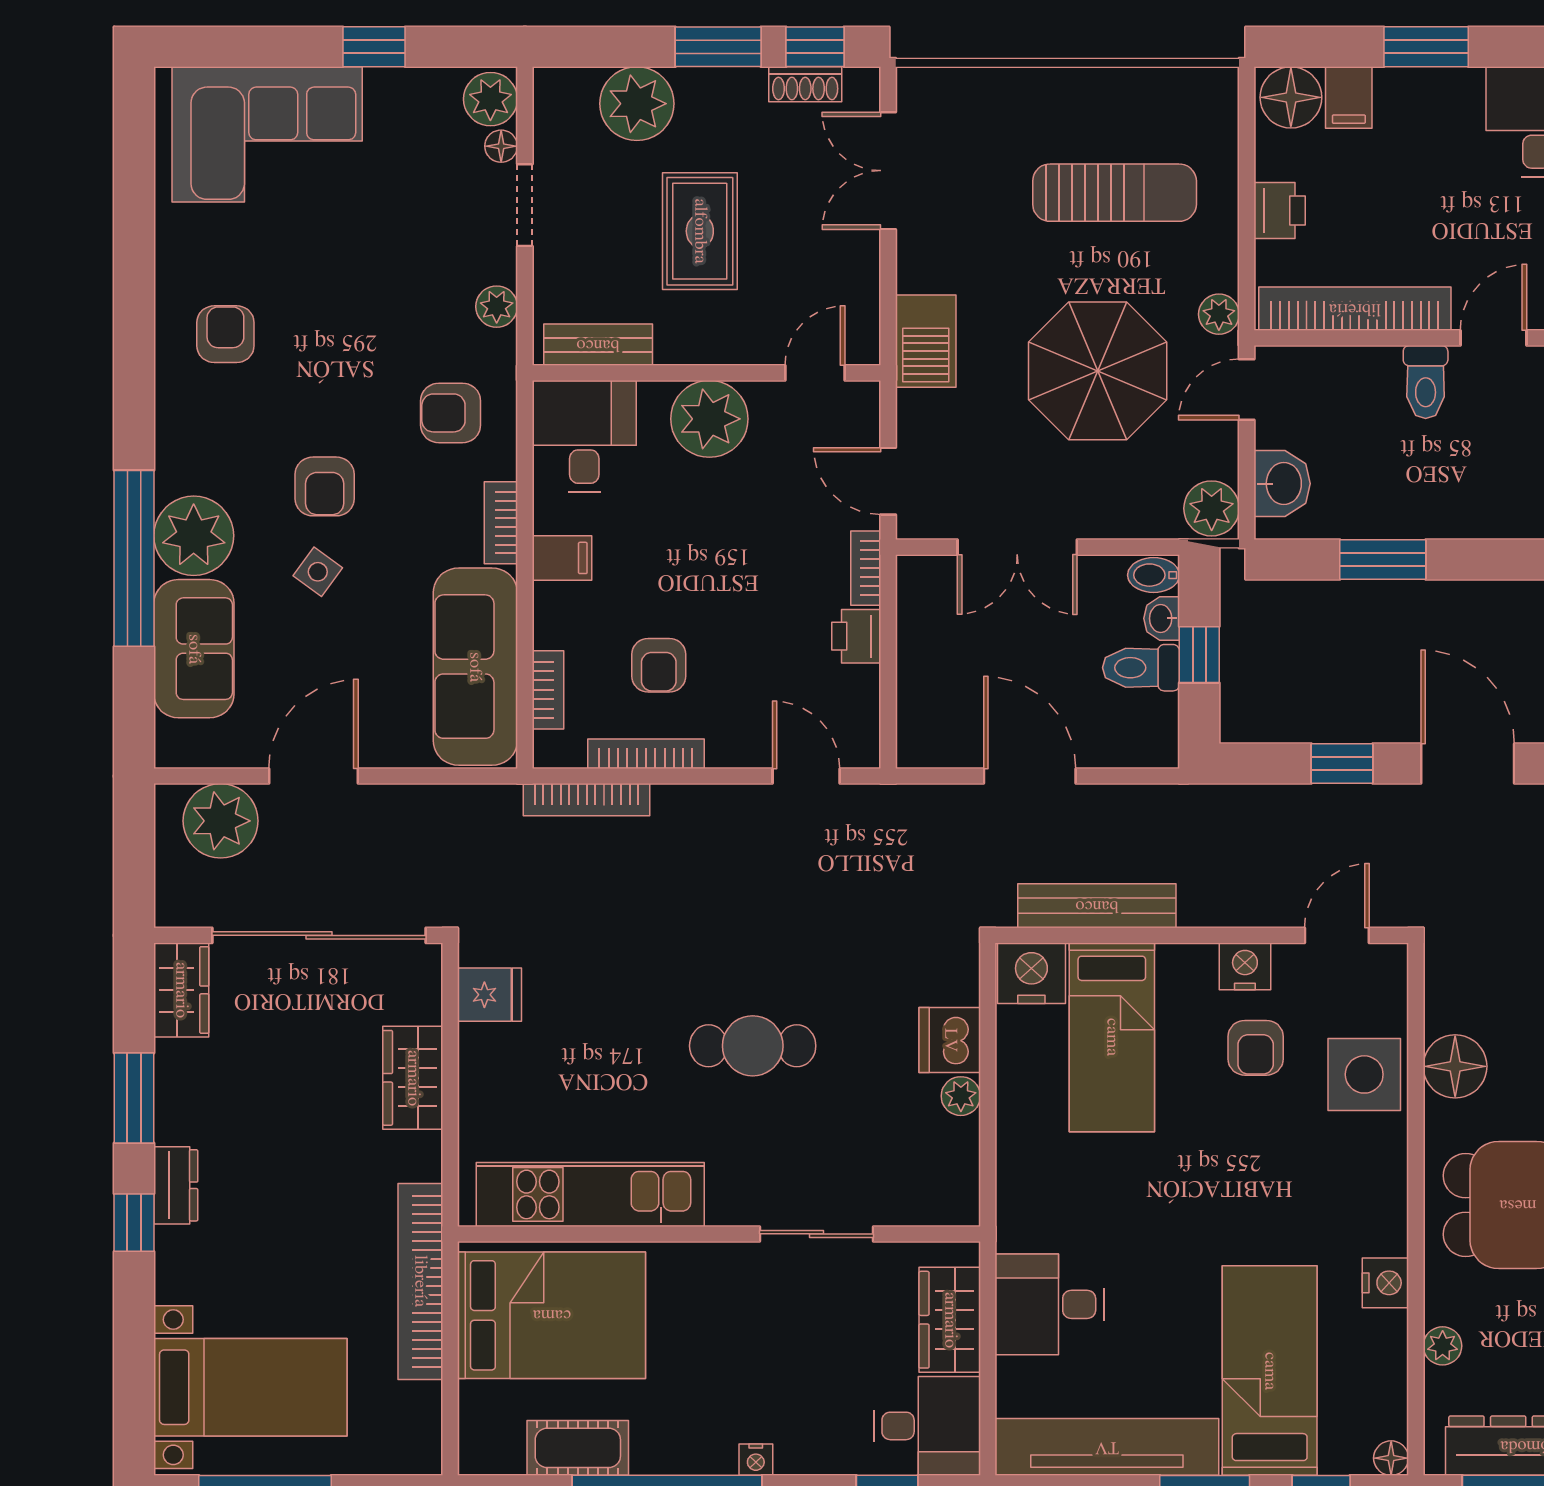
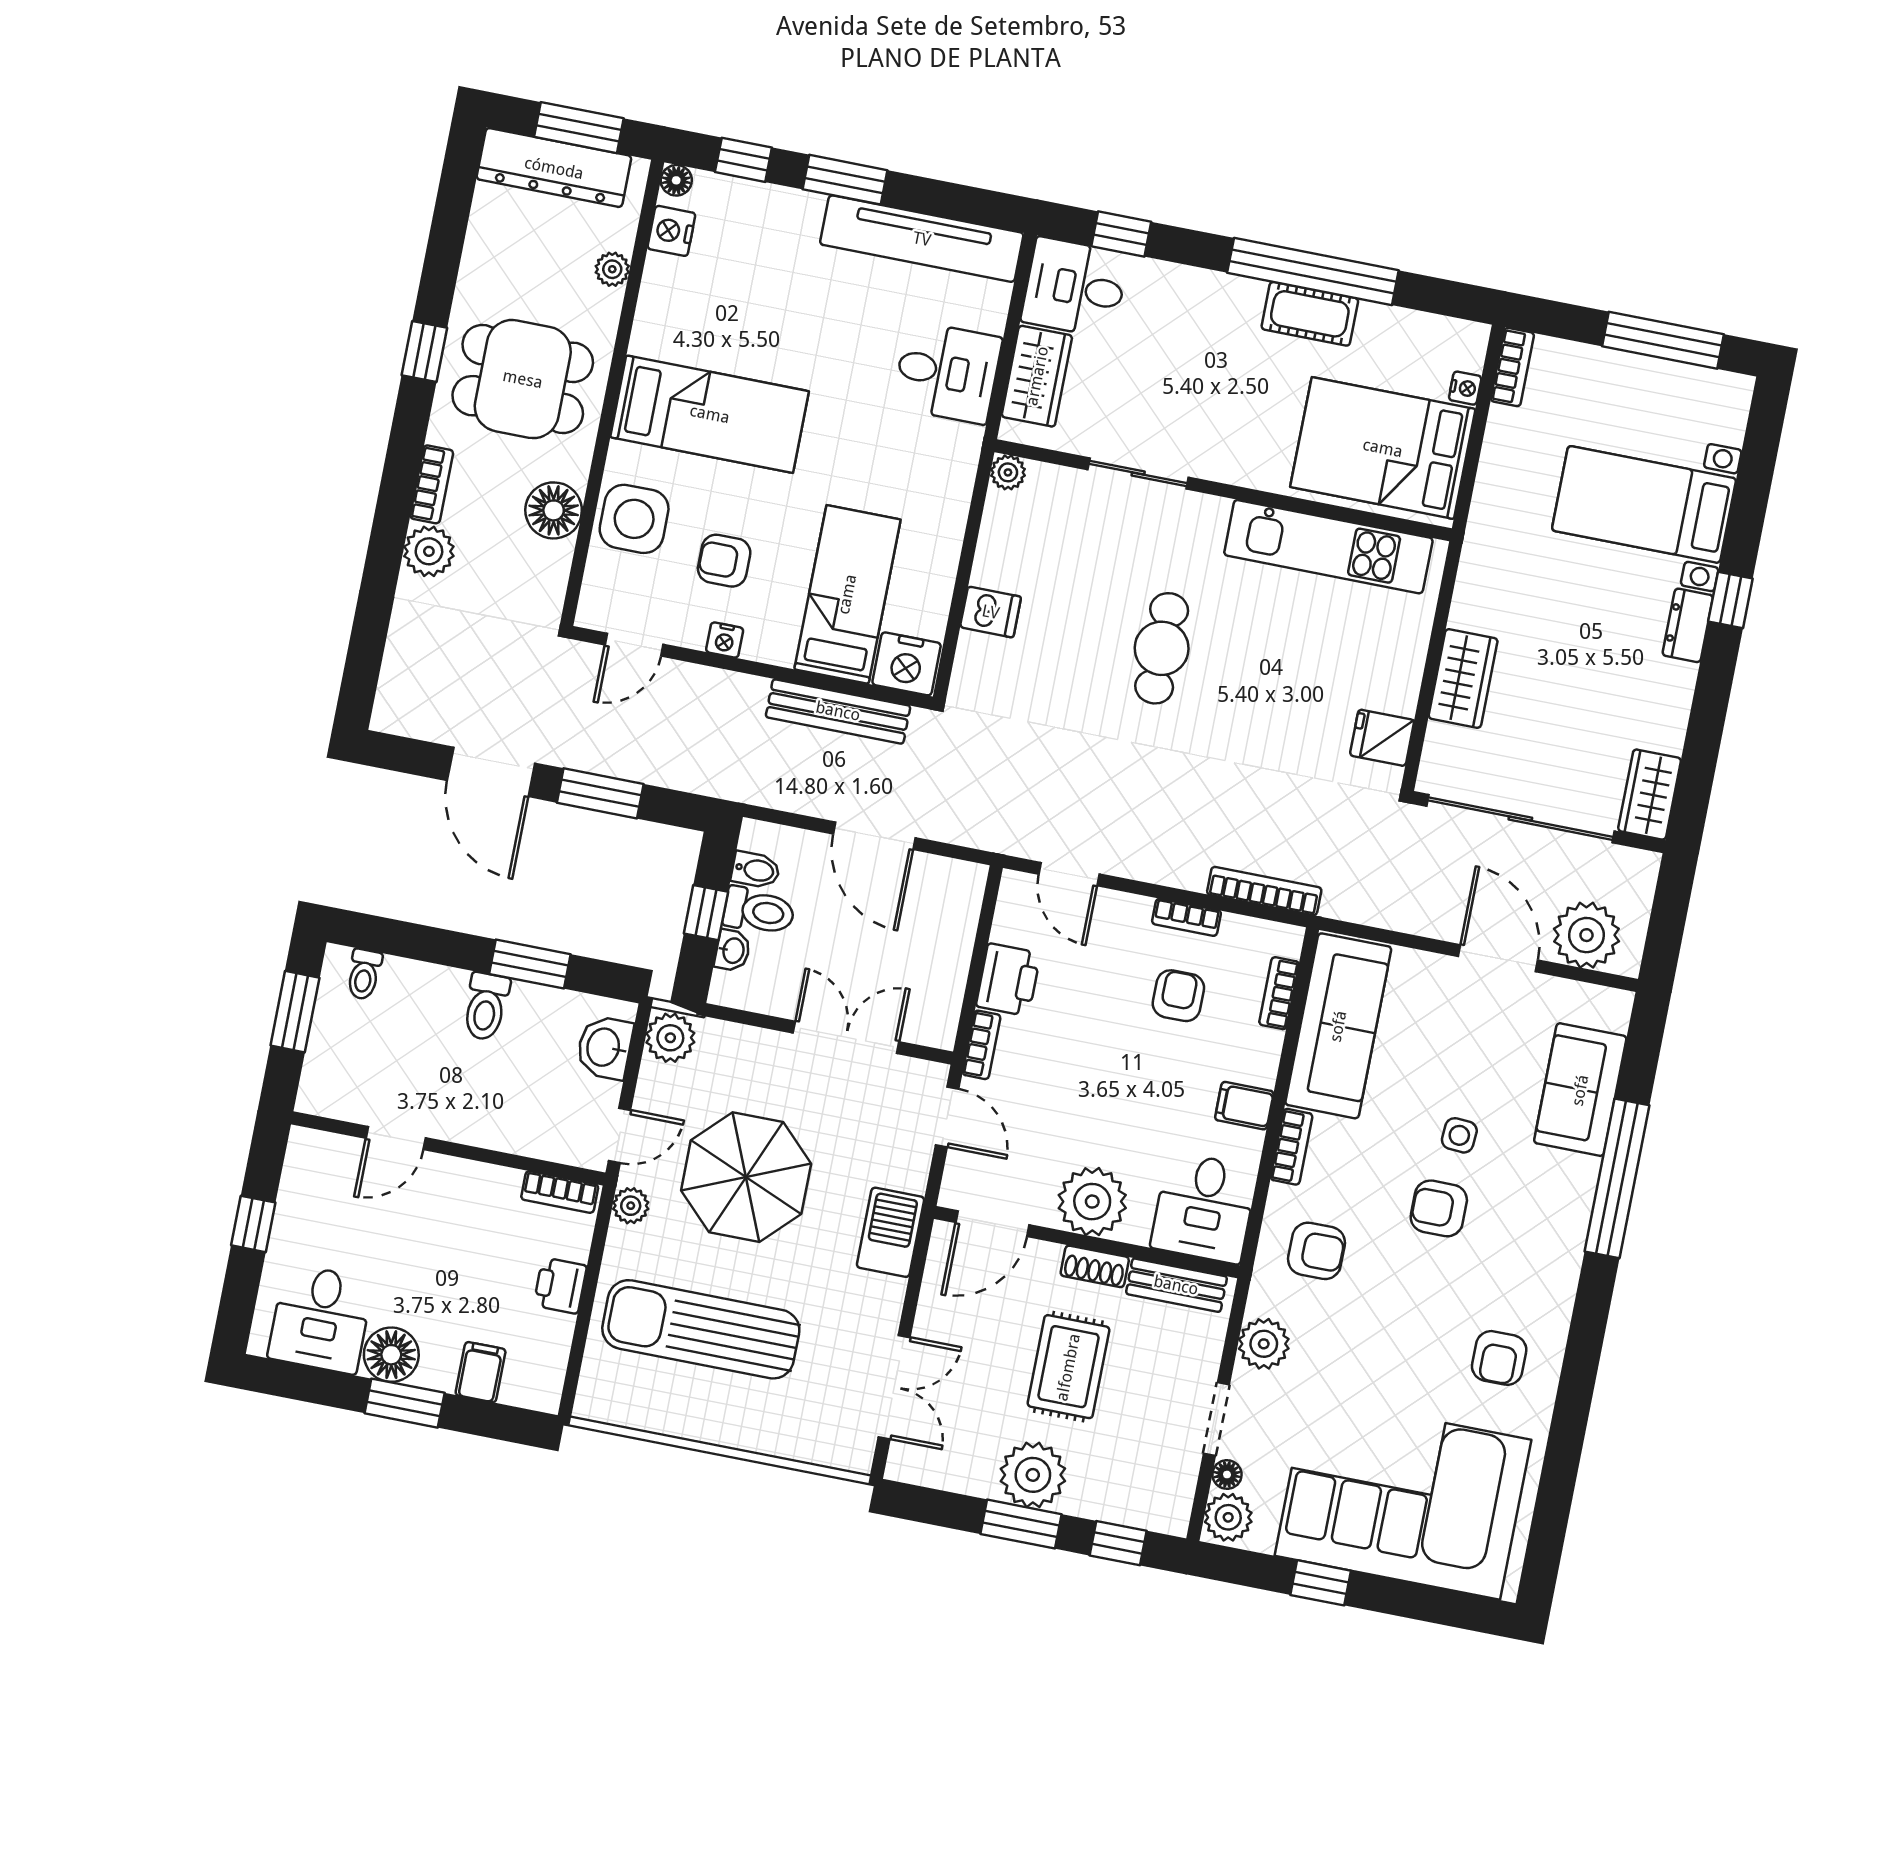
window: (815, 47) -> (1118, 1543), moved
shoe rack: (805, 84) -> (1095, 1266), moved, turned 180
floor lamp: (1291, 97) -> (391, 1355), moved
plant: (637, 104) -> (1033, 1475), moved
corner sofa: (267, 134) -> (1403, 1498), width x1.36, depth x1.36
sun lounger: (1115, 193) -> (701, 1329), width x1.36, depth x1.34
plant: (497, 307) -> (1264, 1344), width x1.38, depth x1.38
bookcase: (1355, 309) -> (560, 1192), width x0.43, depth x0.76
door: (815, 373) -> (992, 1224), width x1.38
toilet: (1426, 382) -> (486, 1007), moved, turned 180
armchair: (325, 486) -> (1439, 1208), turned -90
plant: (194, 536) -> (1561, 1188), removed
side table: (318, 572) -> (1459, 1135), turned -32
bidet: (1154, 575) -> (756, 870), moved
printer: (856, 636) -> (1008, 980), width x1.36, depth x1.24
bookcase: (646, 754) -> (1186, 917), width x0.64
window: (1342, 764) -> (600, 793), width x1.50
door: (313, 776) -> (1498, 958), swing flipped
nightstand: (1245, 966) -> (725, 640), width x0.72, depth x0.74
dishwasher: (950, 1040) -> (991, 612), width x0.73
cafe table: (753, 1046) -> (1162, 648), turned 90
armchair: (1256, 1048) -> (724, 561), turned -90
plant: (961, 1096) -> (1008, 472), moved
window: (134, 1098) -> (1709, 709), removed
bookcase: (420, 1281) -> (1512, 367), moved, width x0.43, depth x0.76
nightstand: (1385, 1283) -> (671, 231), moved
bed: (1270, 1371) -> (710, 414), moved, turned -90
bed with nightstands: (250, 1387) -> (1644, 504), moved
cot: (578, 1448) -> (1310, 314), moved
nightstand: (756, 1460) -> (1465, 388), moved, turned 90

